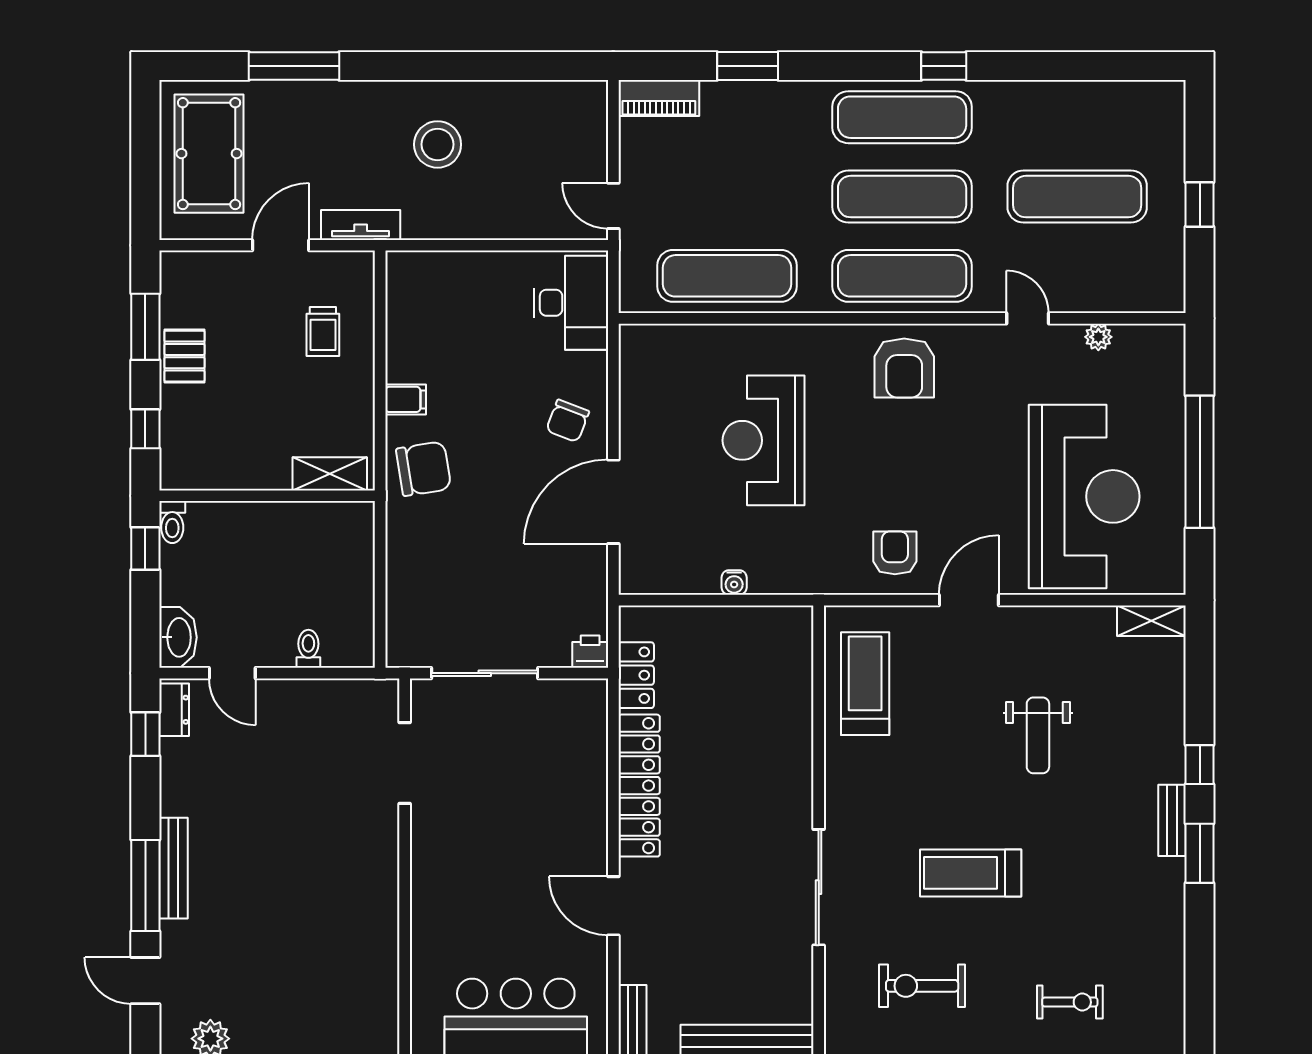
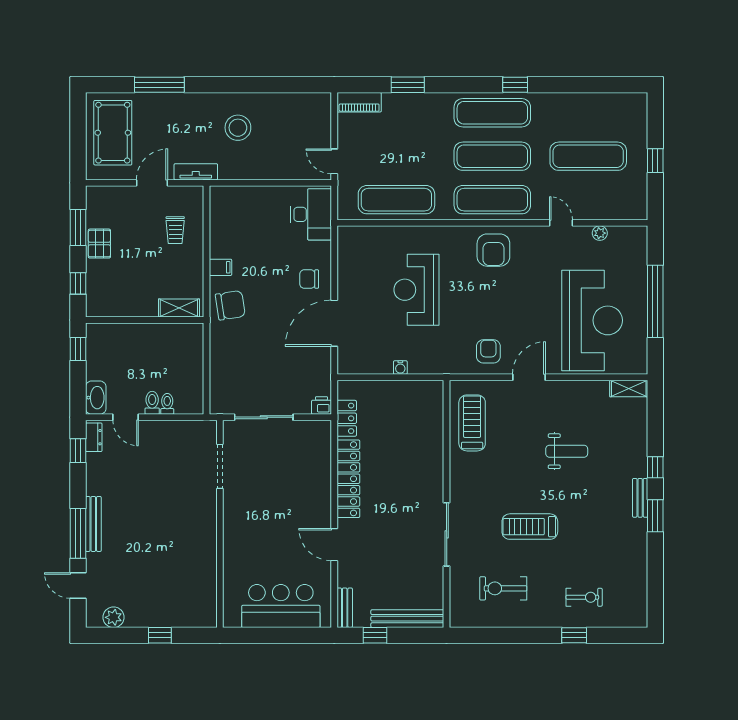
chair: (568, 421) -> (309, 279), turned 69
toilet: (172, 522) -> (152, 403), moved, turned 180
weight bench: (1038, 735) -> (567, 451), turned -90

